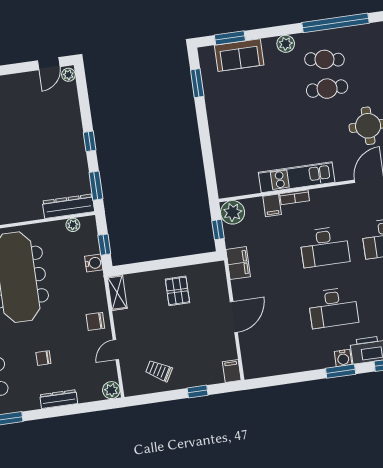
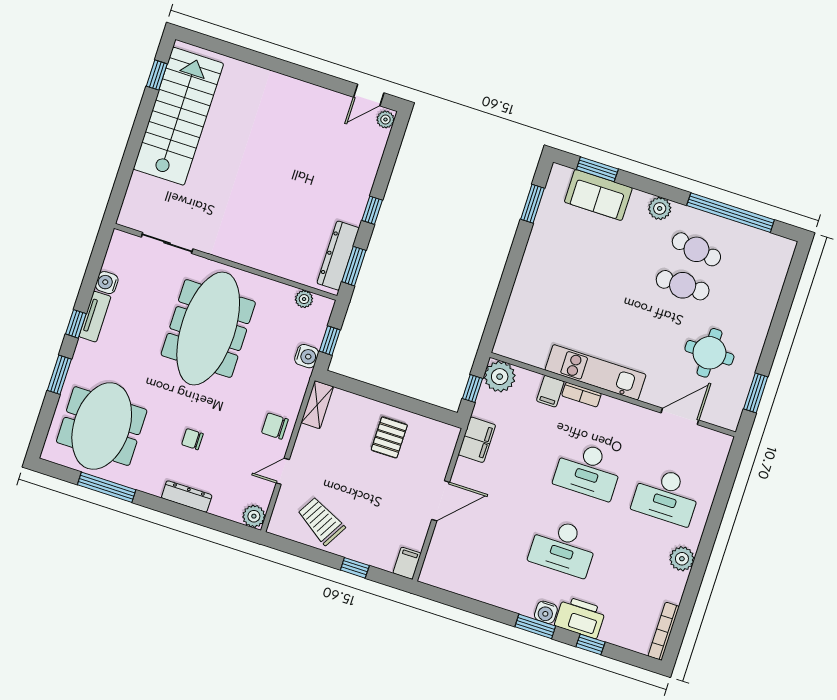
dresser: (68, 206) -> (338, 256), moved, turned -90
trolley: (159, 371) -> (321, 521), width x1.36, depth x1.39

